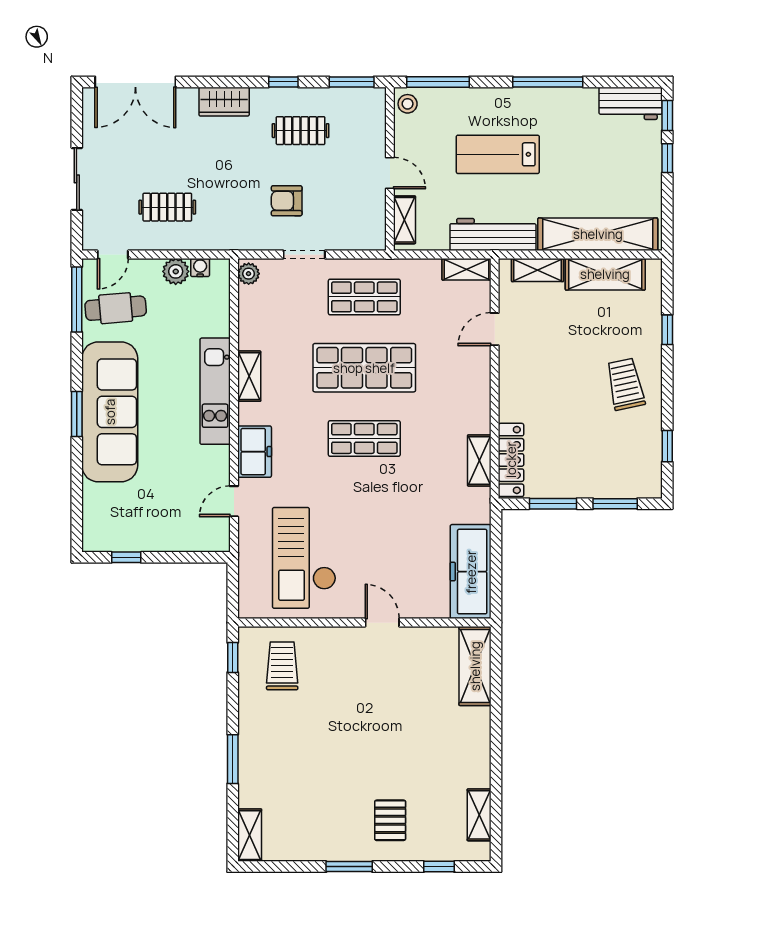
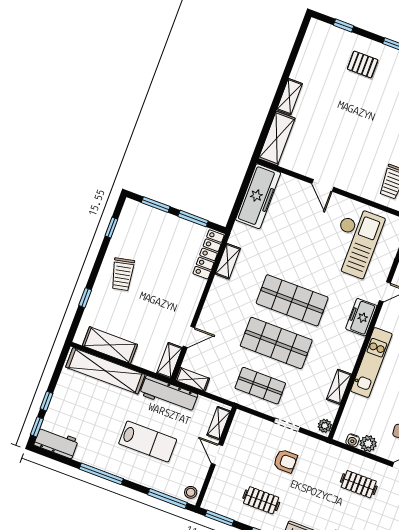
shelving: (537, 270) -> (169, 360), moved, turned 90
shelving: (249, 376) -> (339, 387), moved
shop shelf: (364, 438) -> (292, 300), width x1.43, depth x1.36
shelving: (479, 815) -> (289, 97), moved
pallet: (390, 820) -> (363, 64), turned 90

